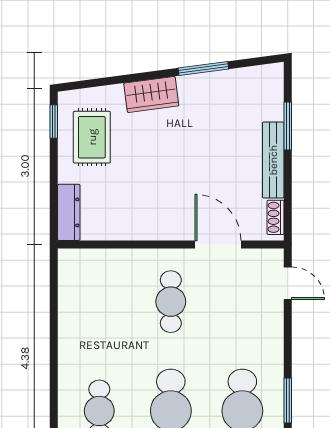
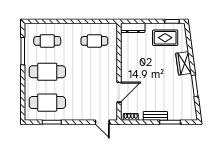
bench: (273, 160) -> (155, 116), width x0.73
door: (288, 283) -> (102, 122), hinge flipped
cafe table: (171, 302) -> (94, 41), moved

